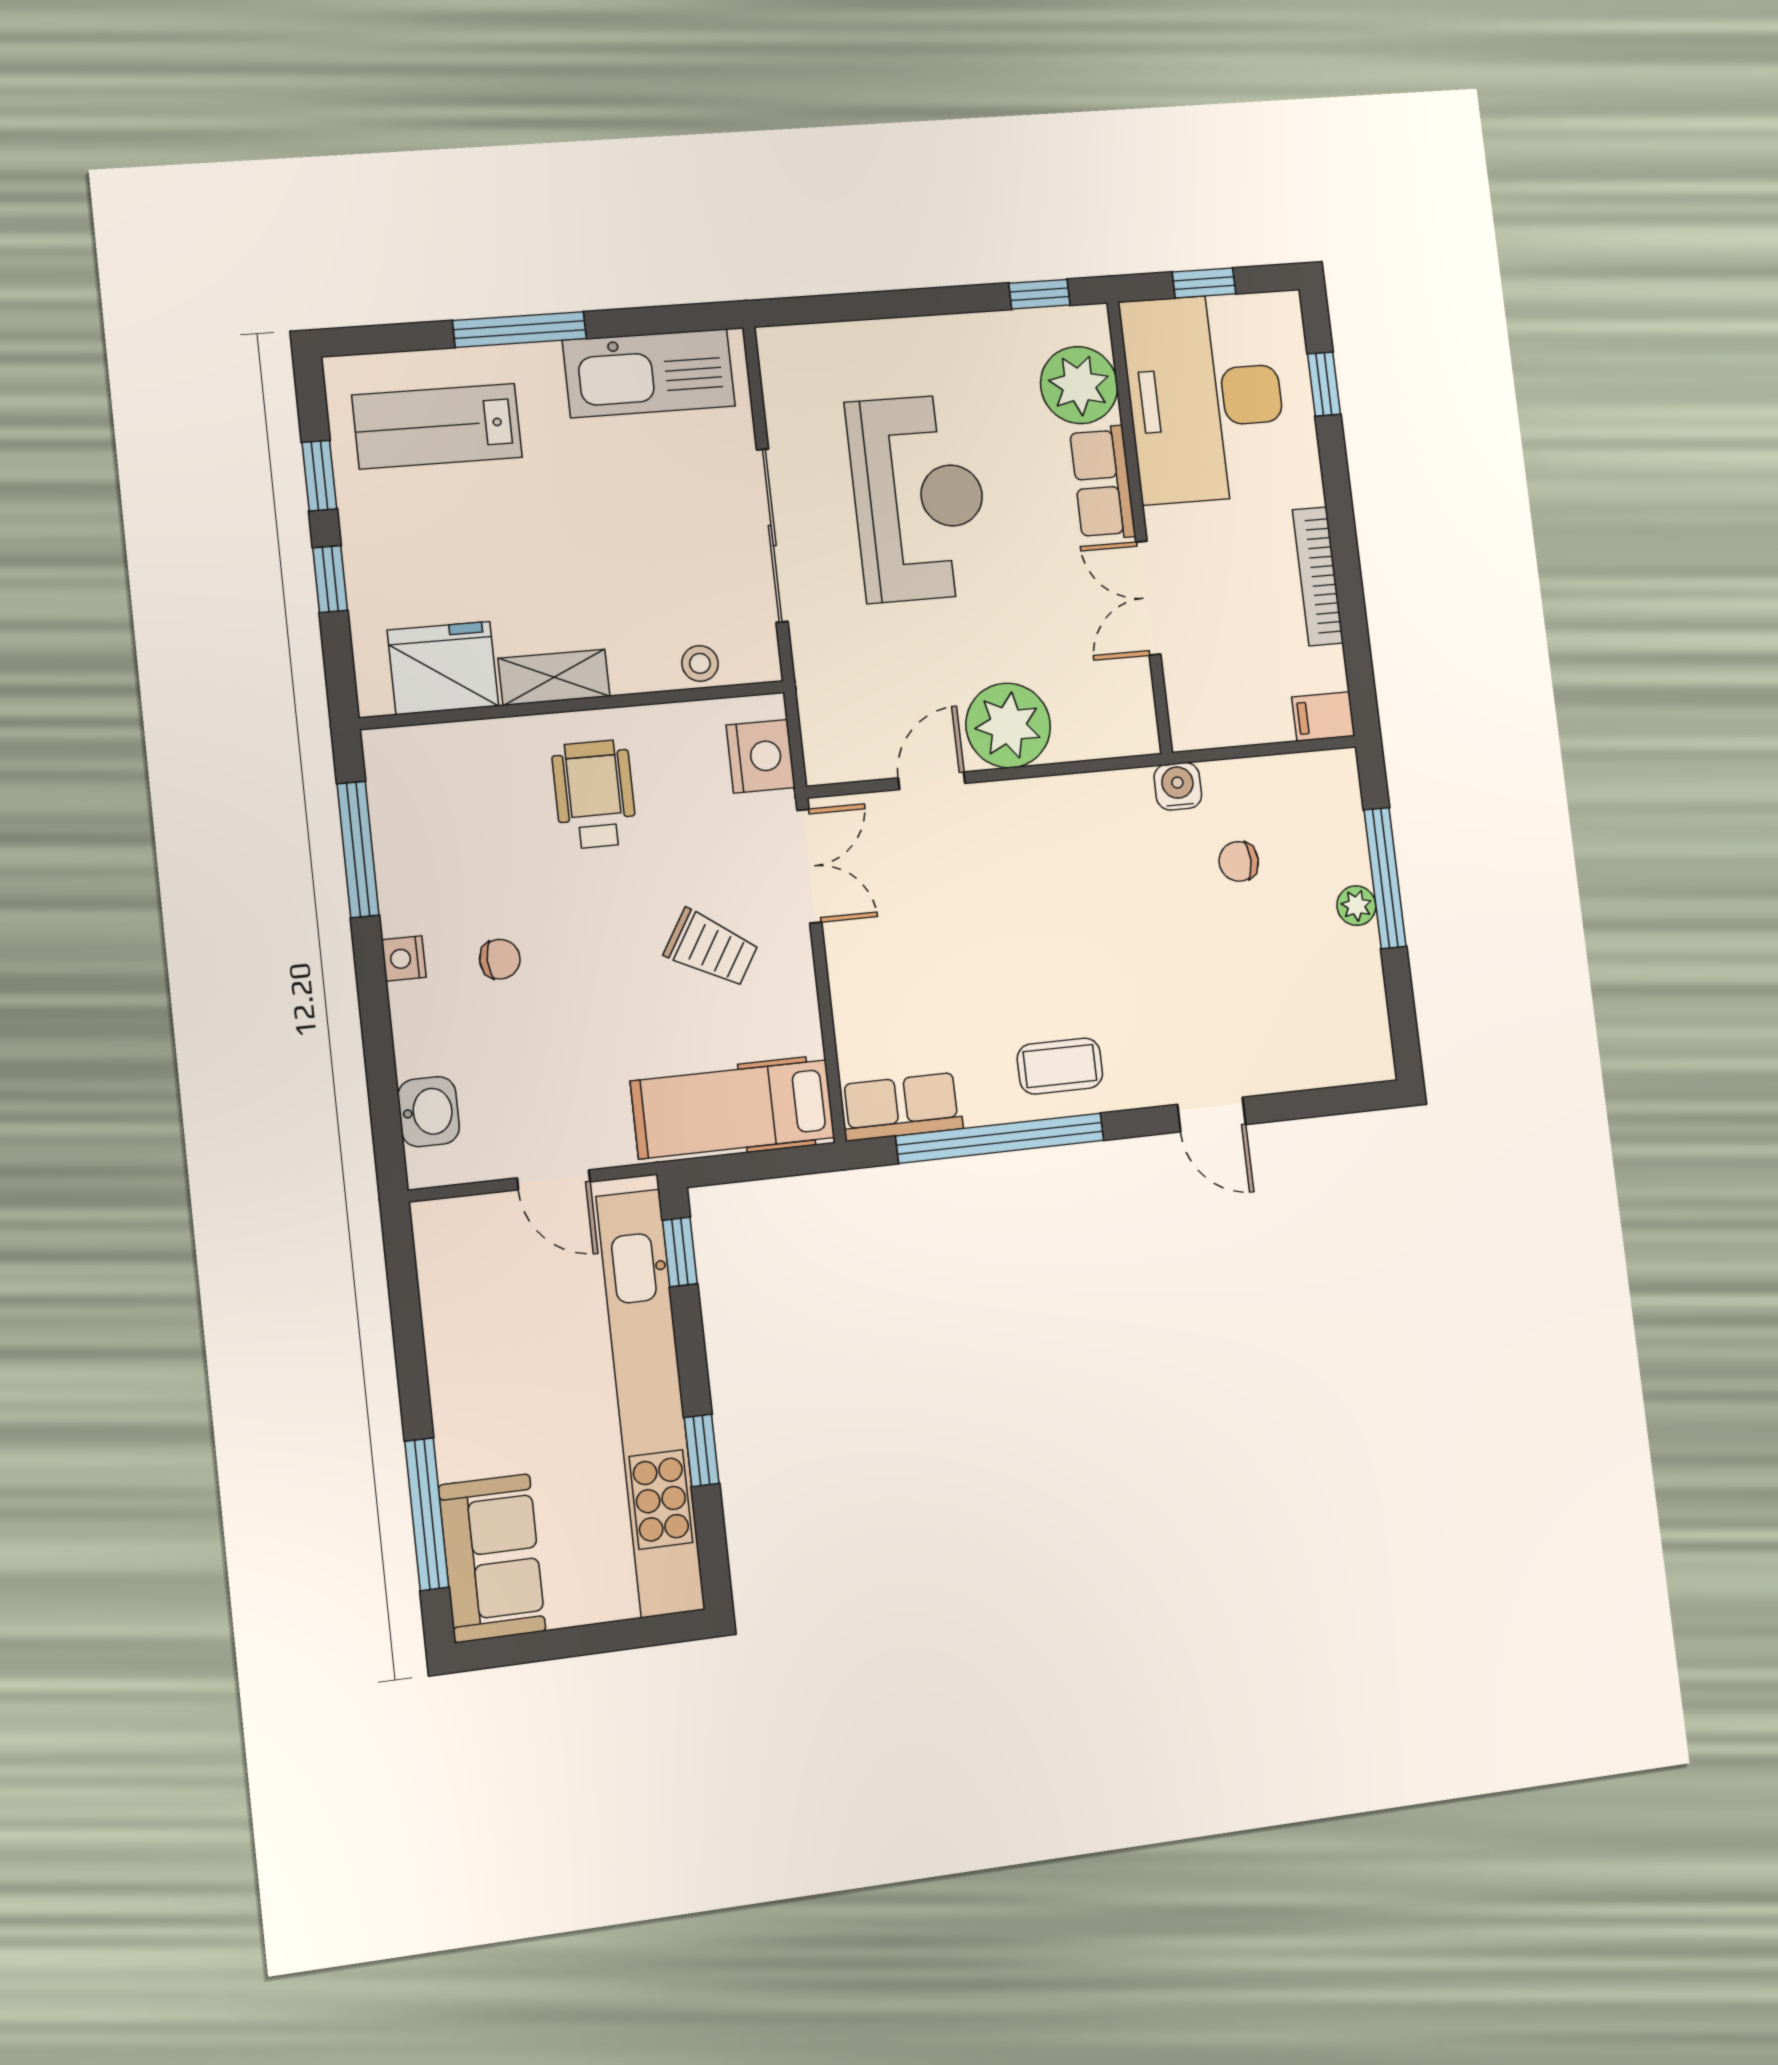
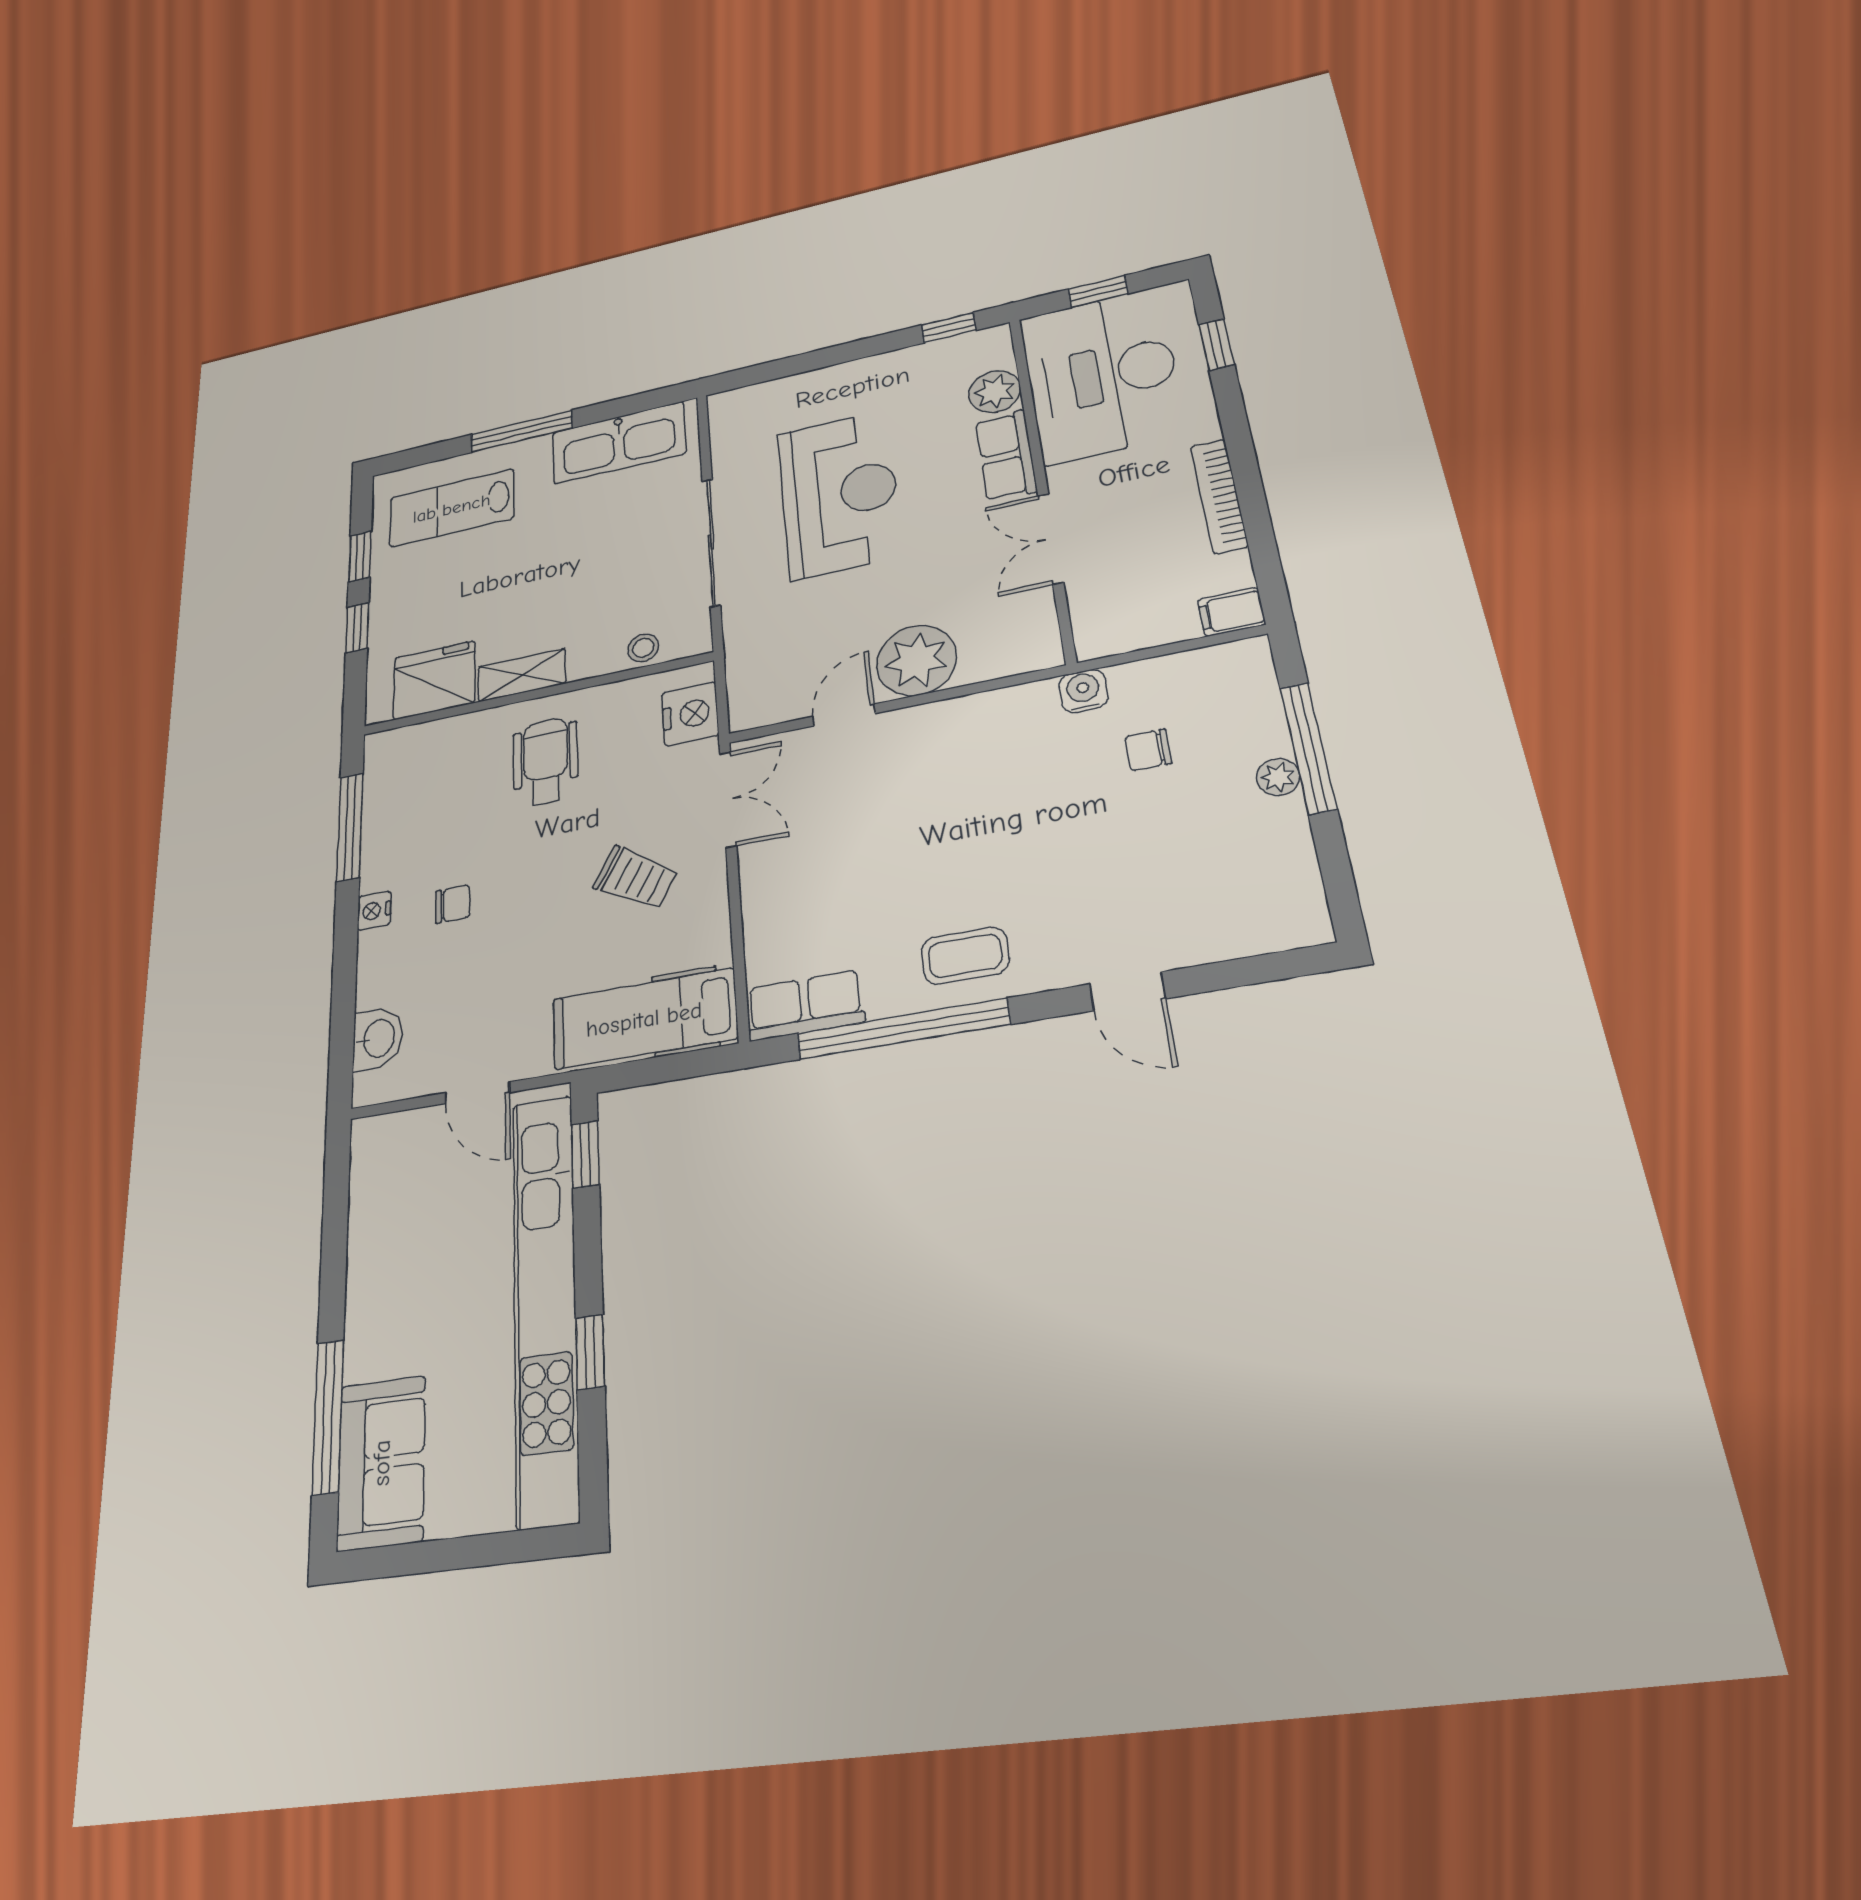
plant: (1079, 385) -> (995, 392), width x0.73, depth x0.73

